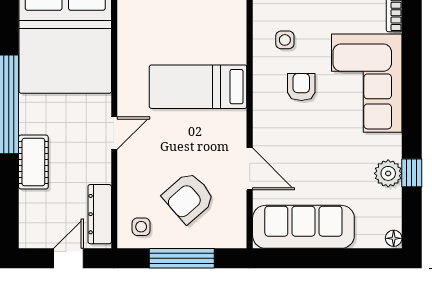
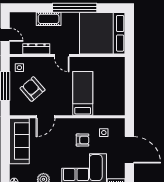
dresser: (100, 214) -> (36, 49), moved

